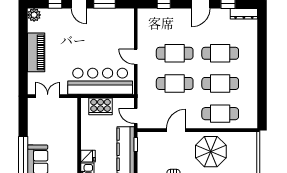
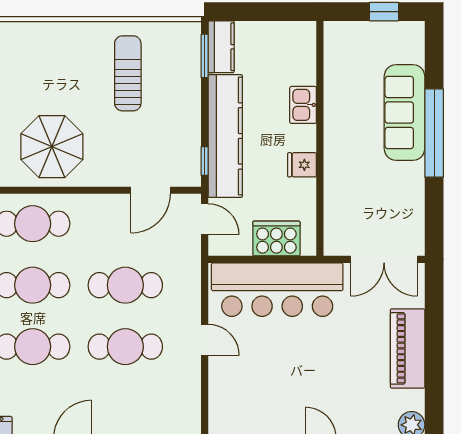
double door: (48, 96) -> (384, 259), width x1.37
door: (176, 130) -> (151, 190), moved
fridge: (88, 156) -> (302, 165), moved

